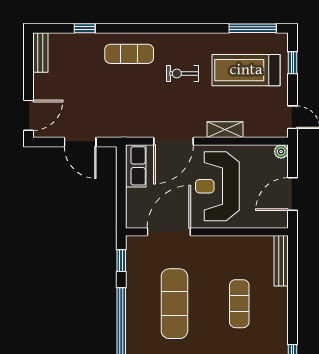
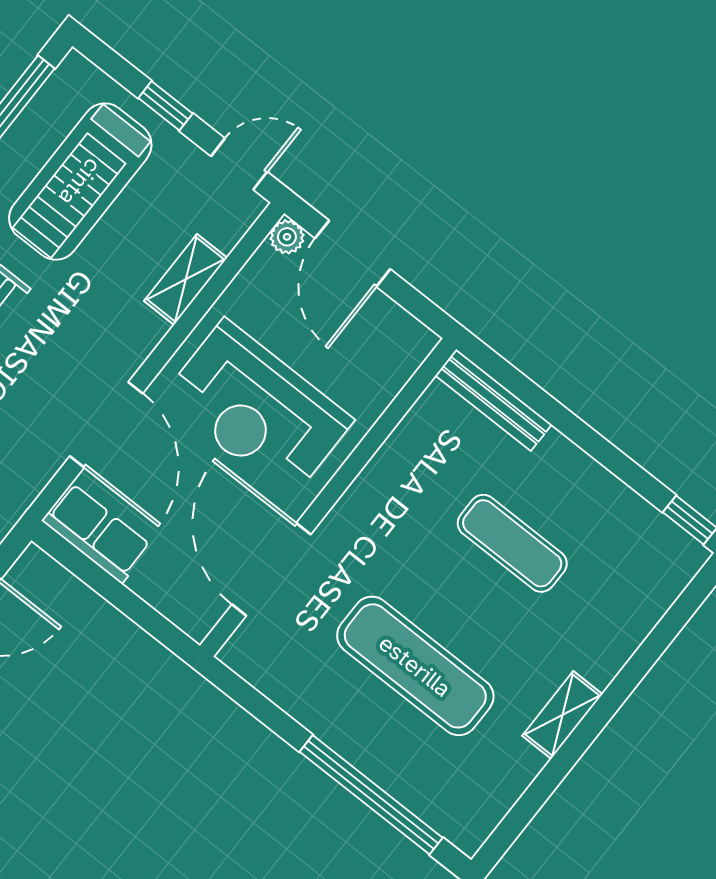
window: (293, 63) -> (165, 106), moved
shelving: (225, 130) -> (186, 279), moved
door: (293, 194) -> (353, 254), moved
window: (121, 261) -> (254, 702), removed

